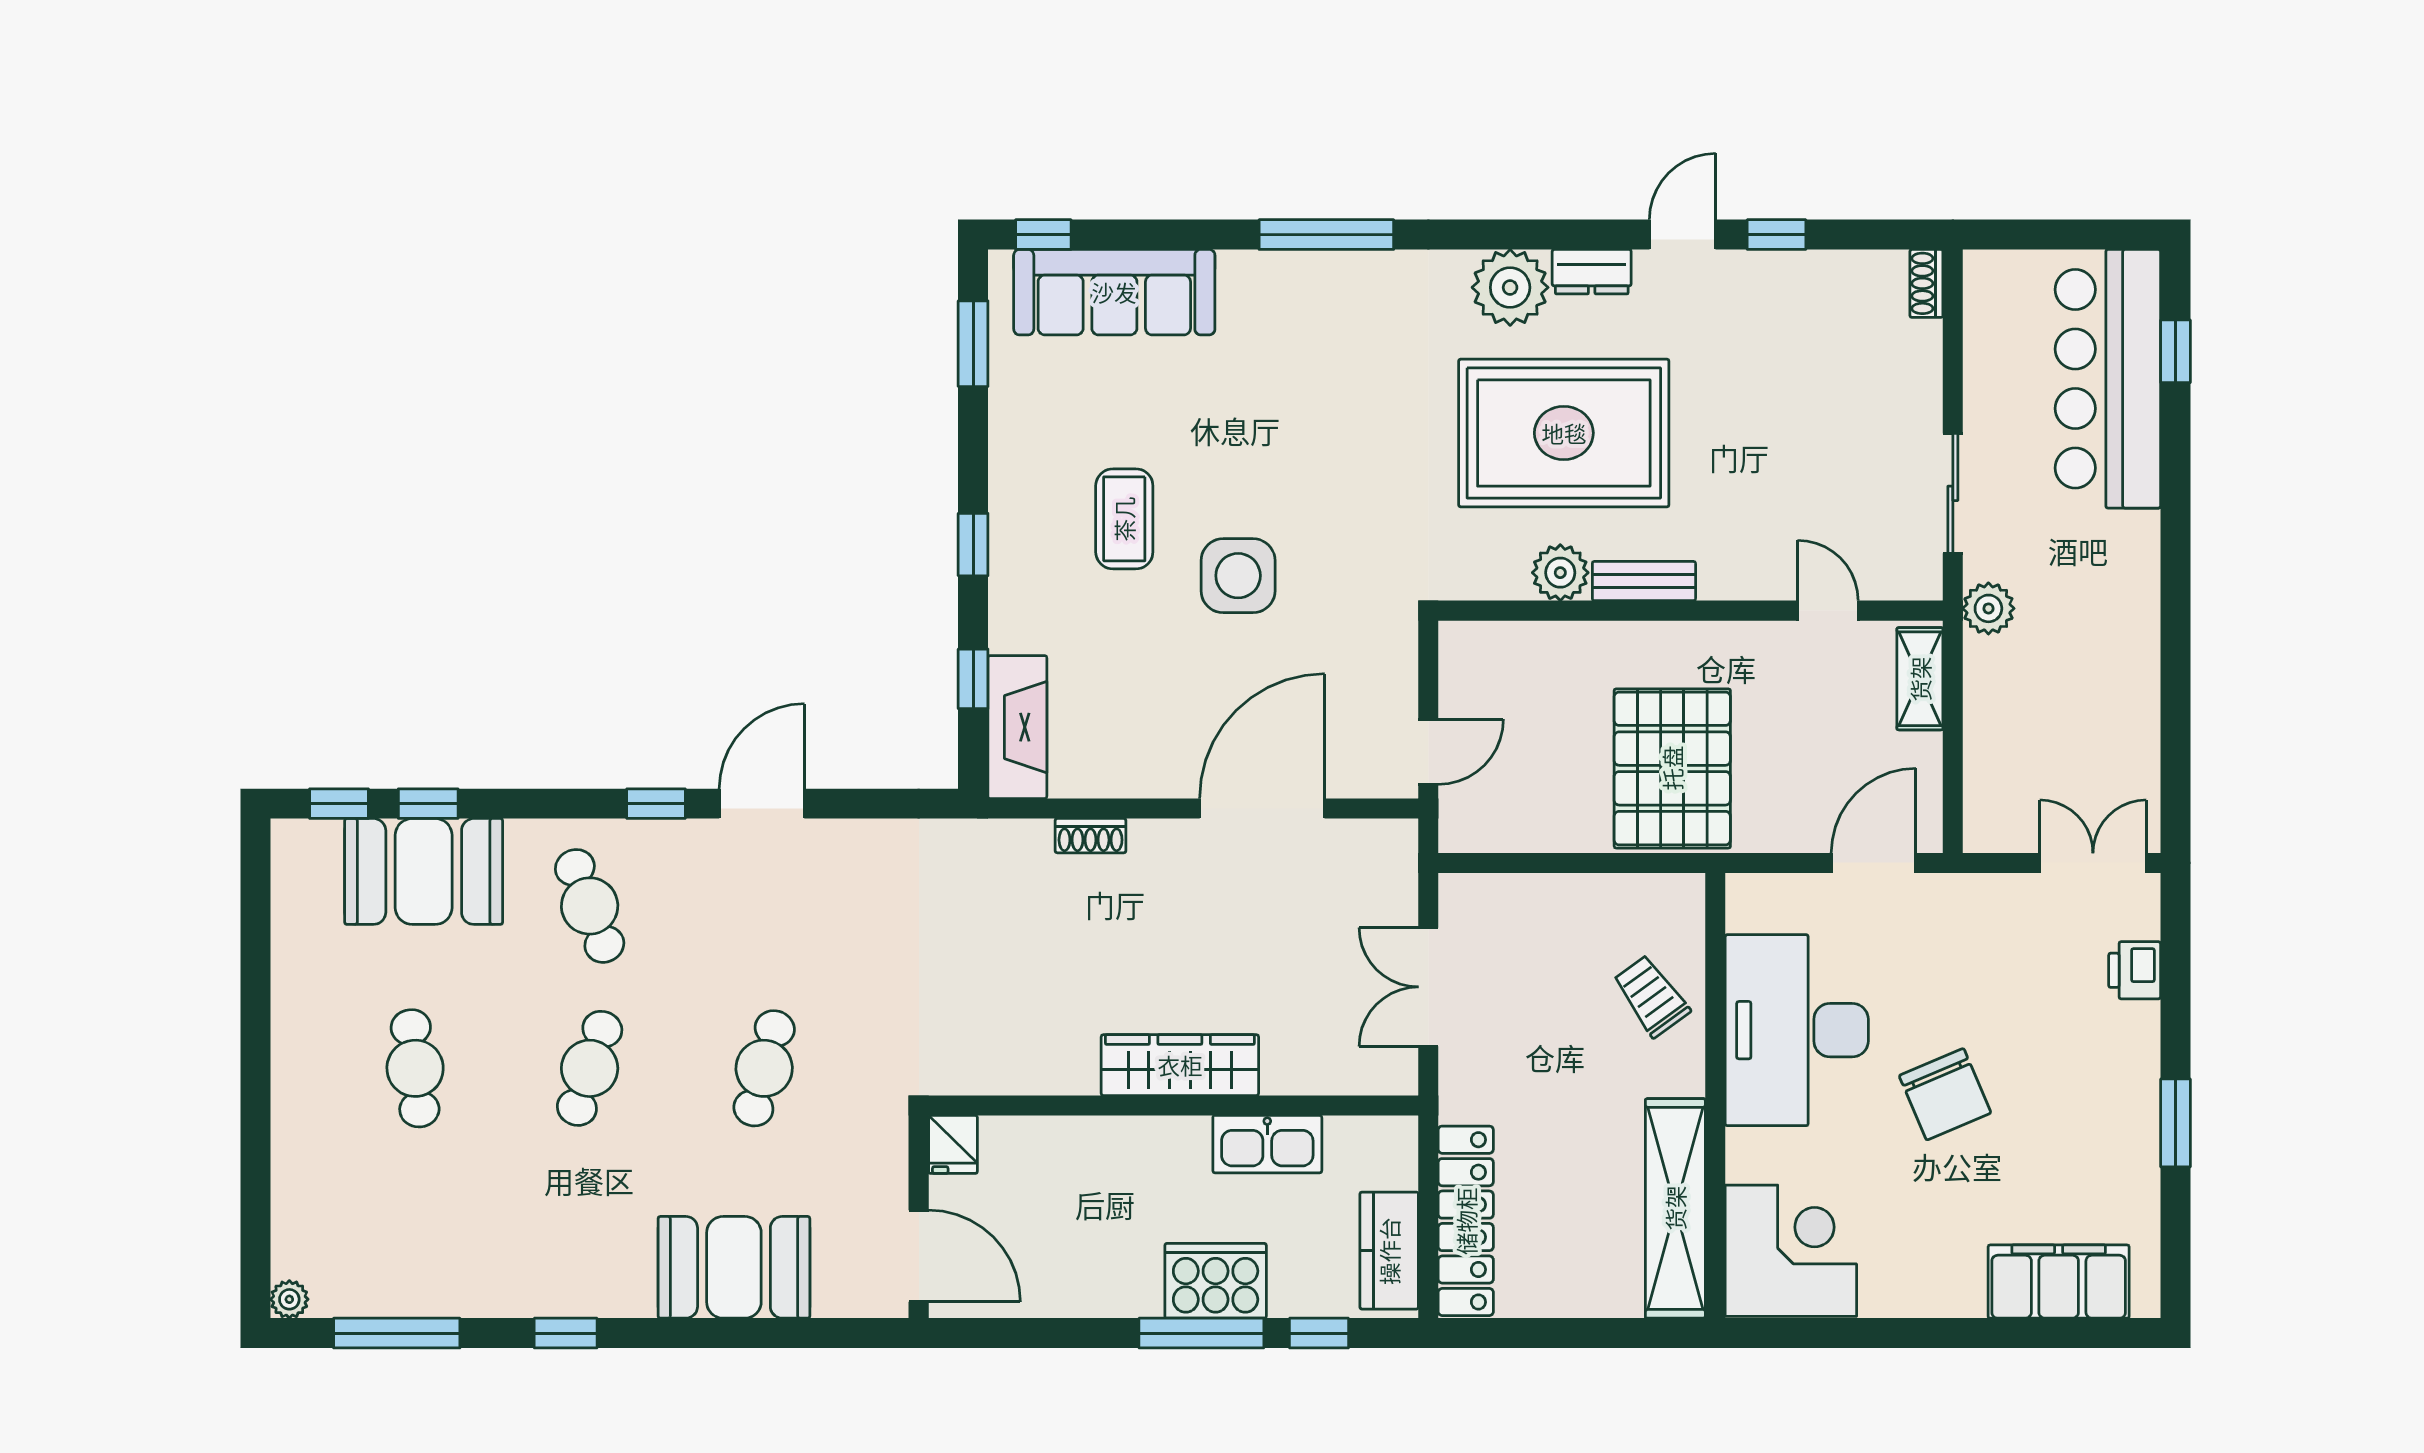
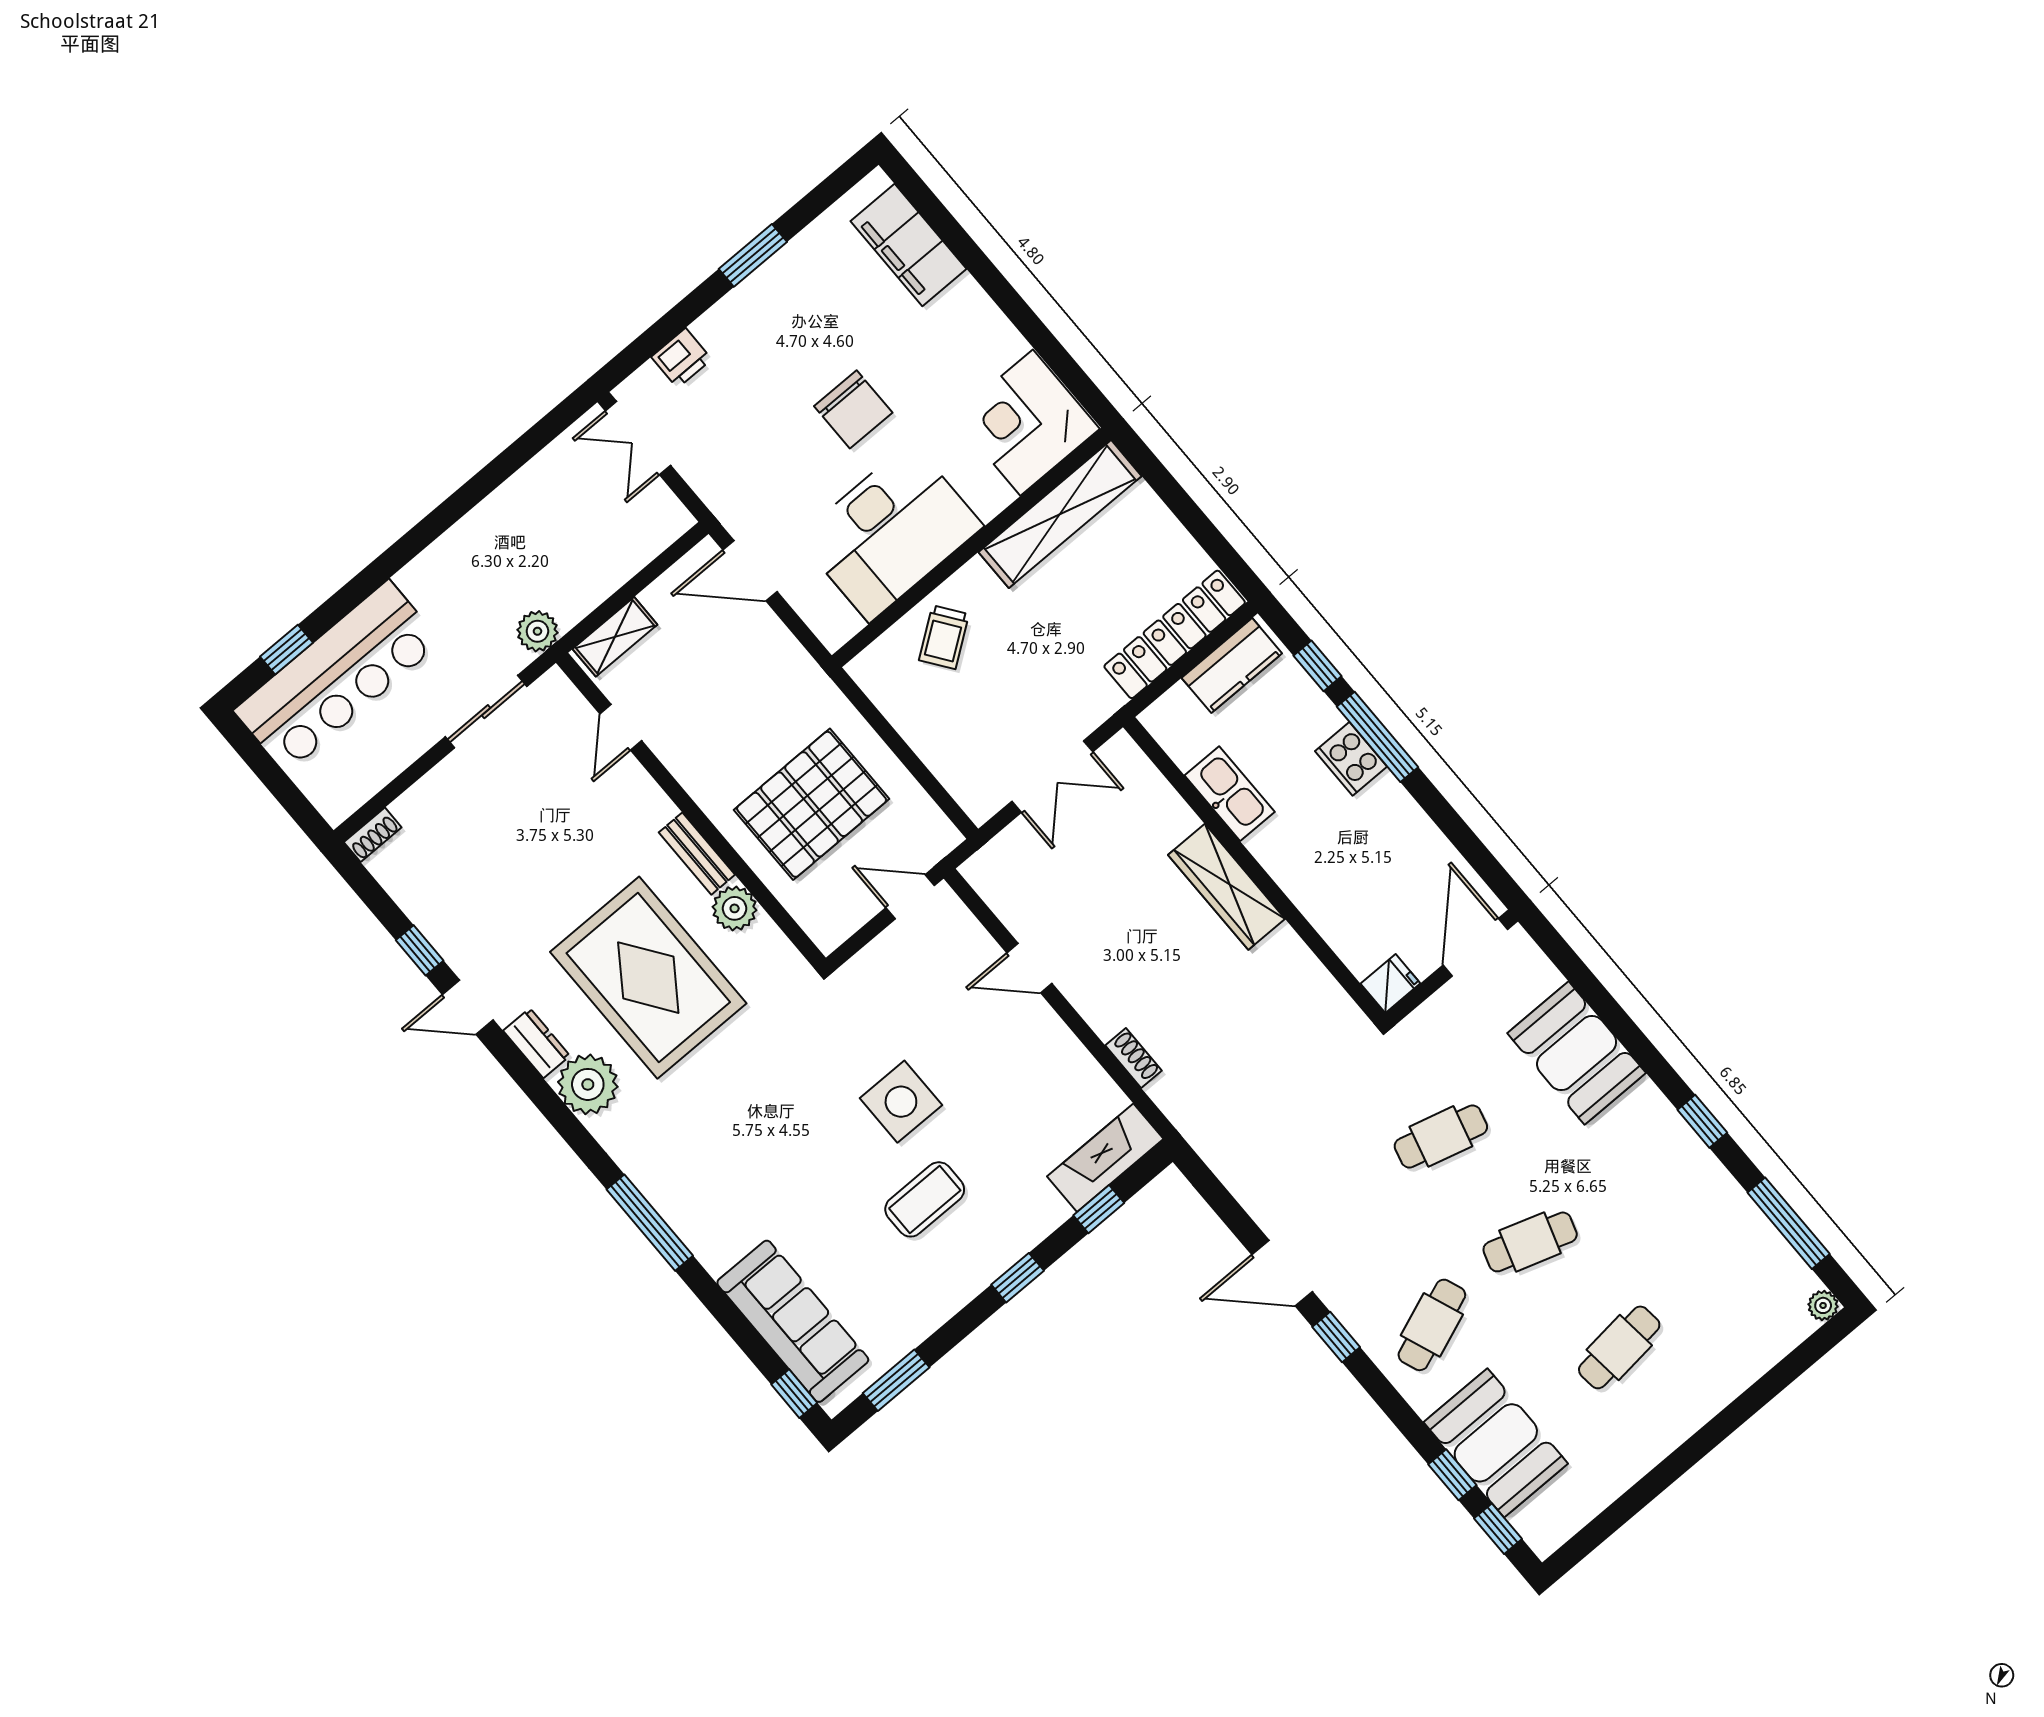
pallet: (1672, 768) -> (812, 804), moved
door: (1262, 809) -> (1029, 968), width x0.53
chair: (1945, 1094) -> (853, 409), turned 113
cooker: (1216, 1281) -> (1351, 759), width x0.73, depth x0.76

